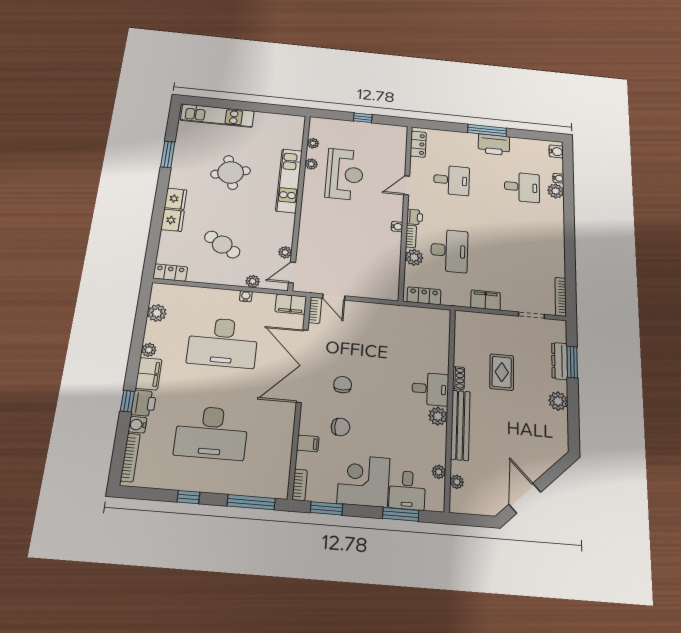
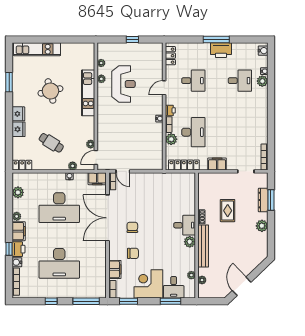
locker: (424, 296) -> (184, 165), width x1.53
filing cabinet: (308, 443) -> (115, 269), width x2.00

